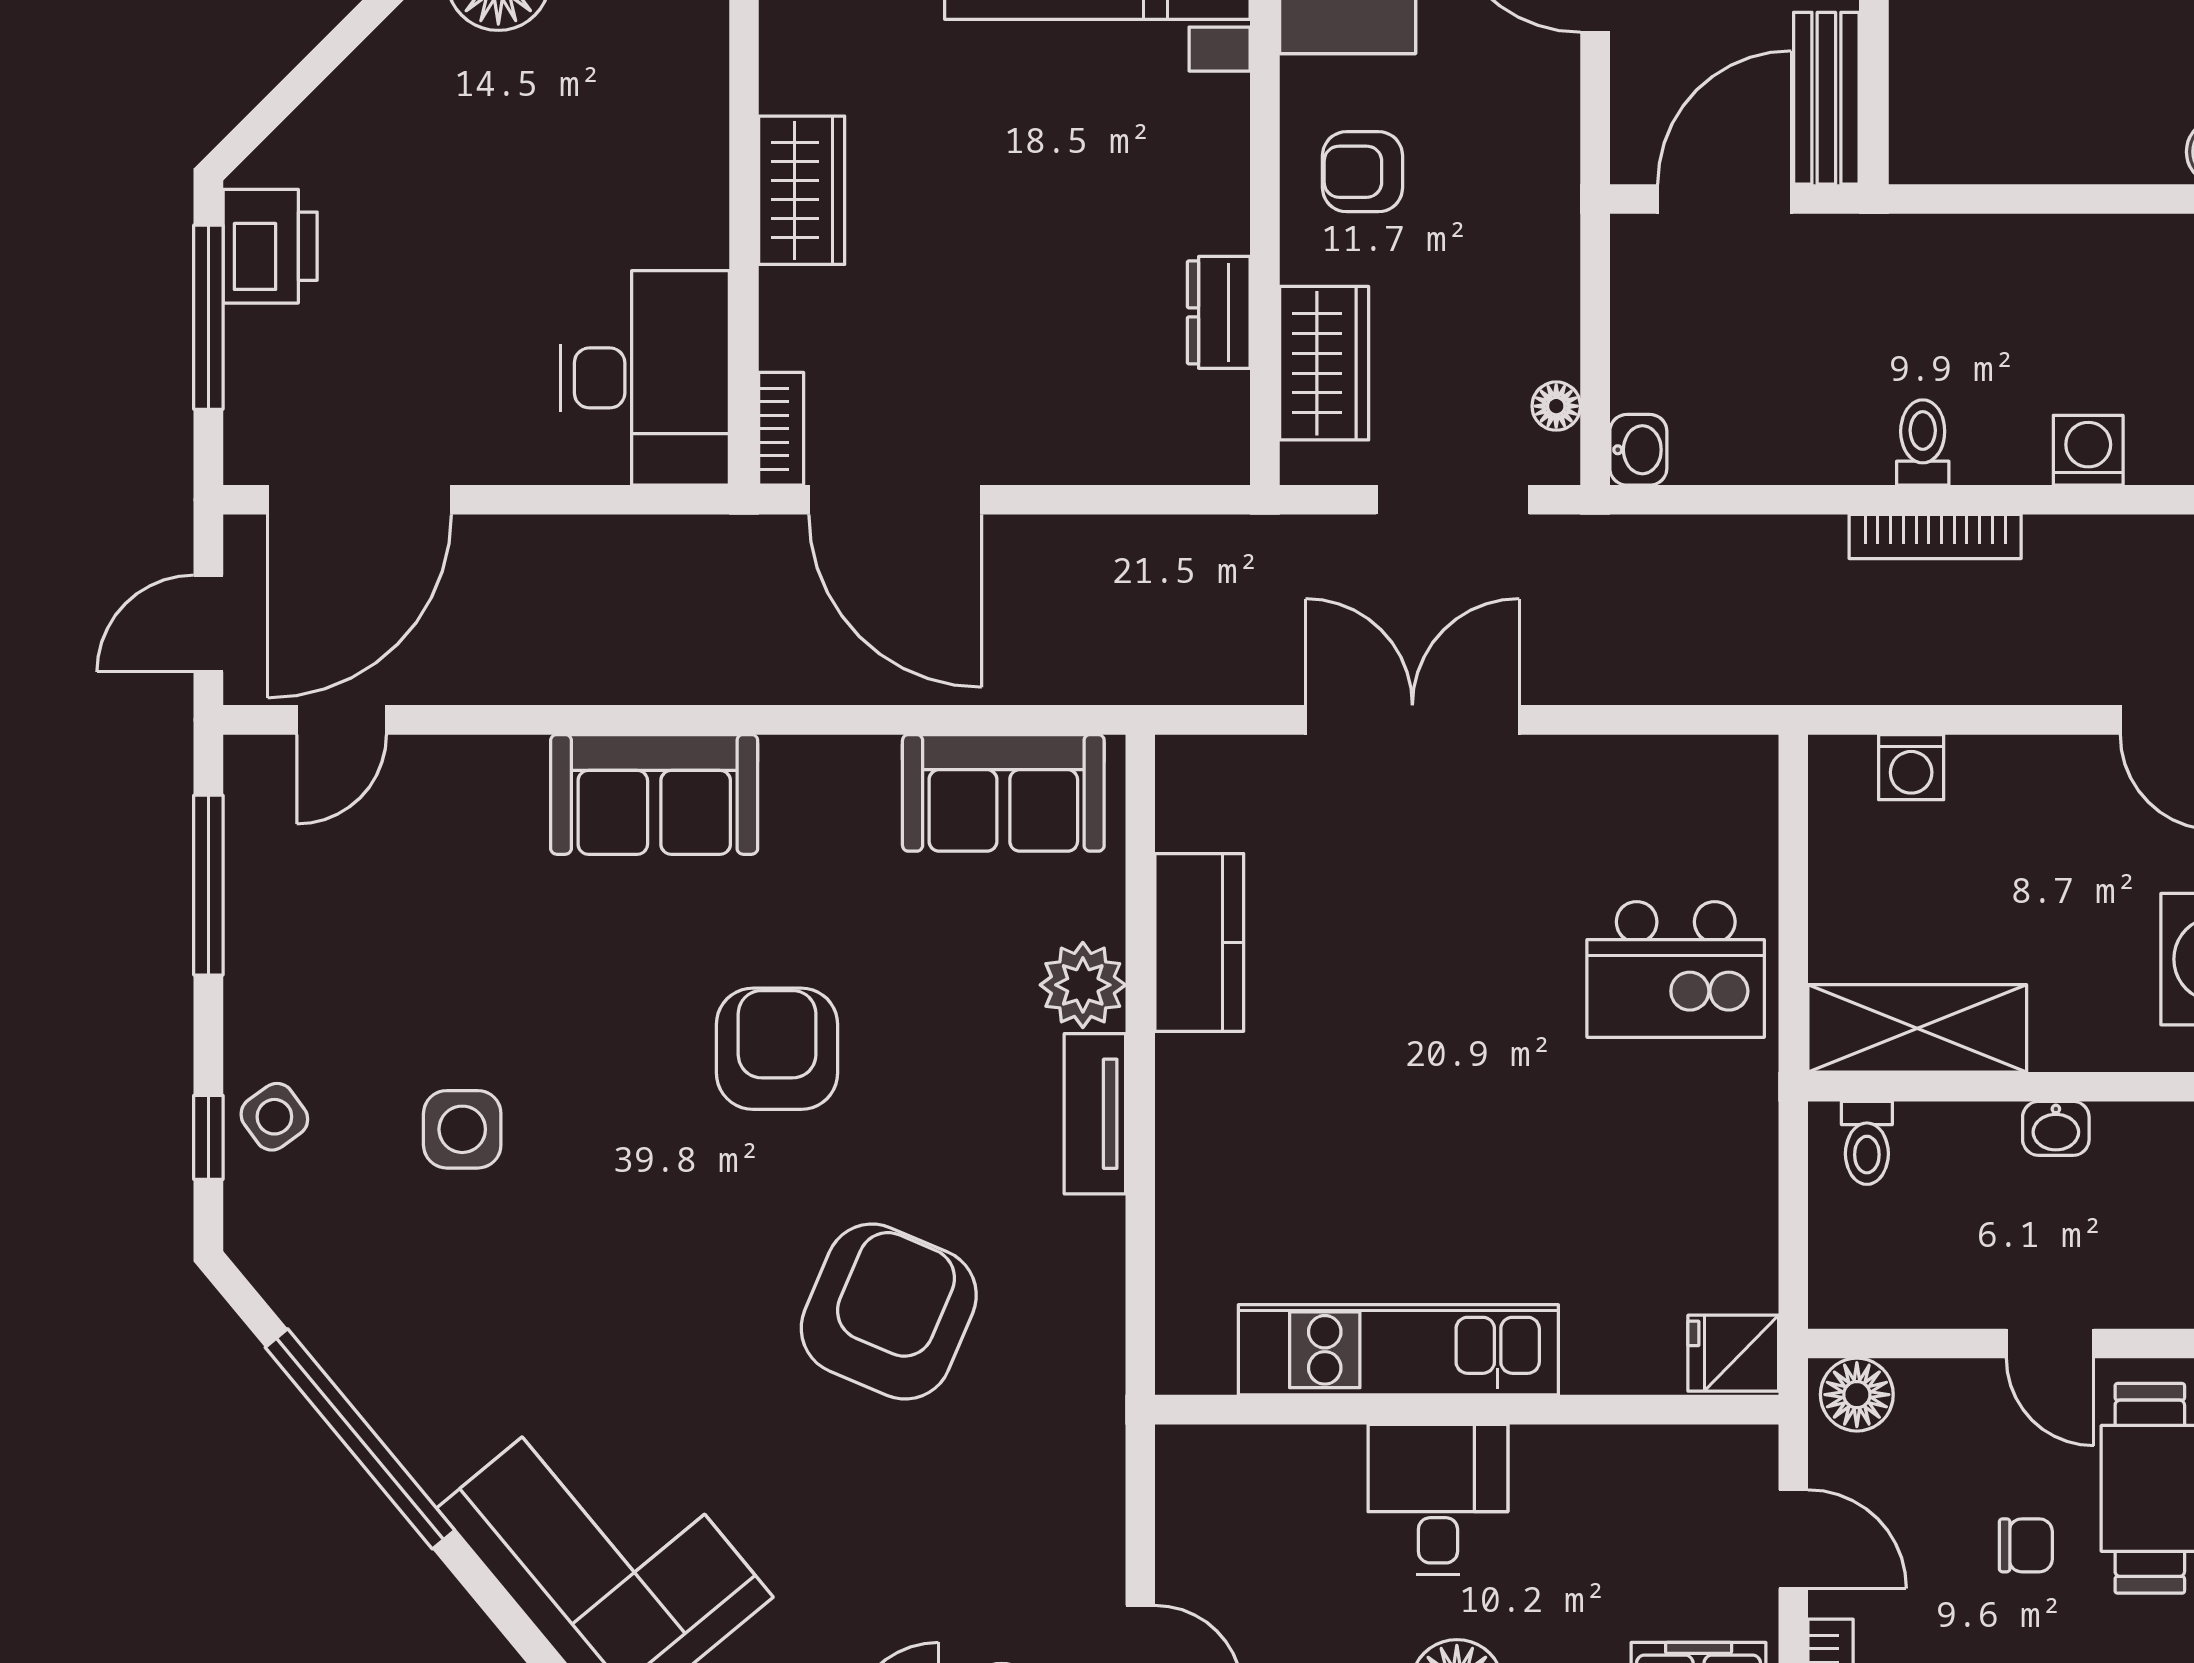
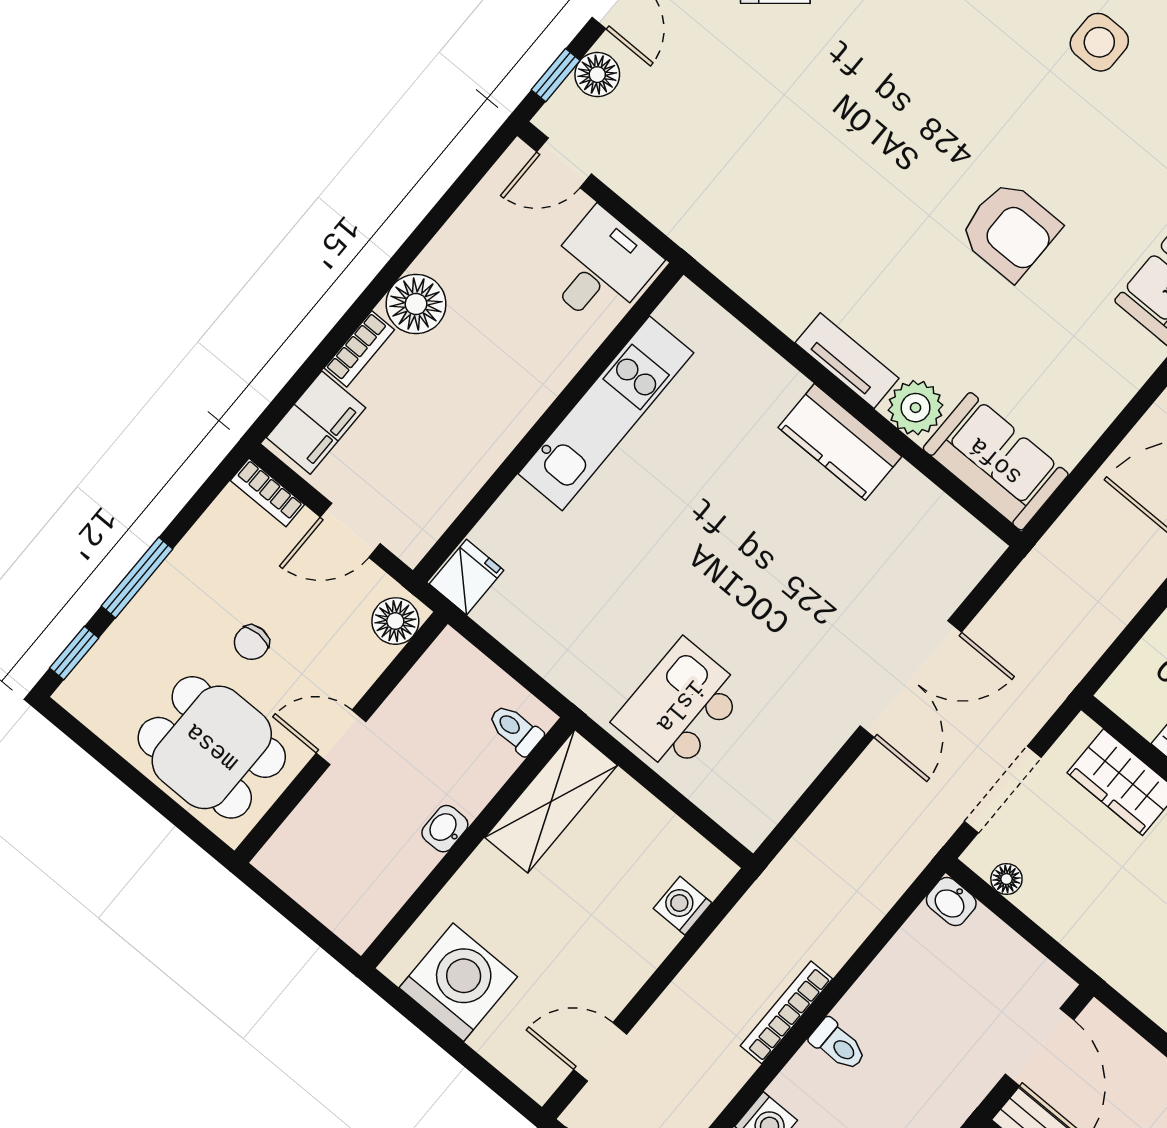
sofa: (1003, 793) -> (996, 461), moved, turned 90
kitchen counter: (1199, 942) -> (840, 442), moved
armchair: (889, 1312) -> (834, 178), removed
desk: (1438, 1500) -> (600, 268), moved, turned -90

